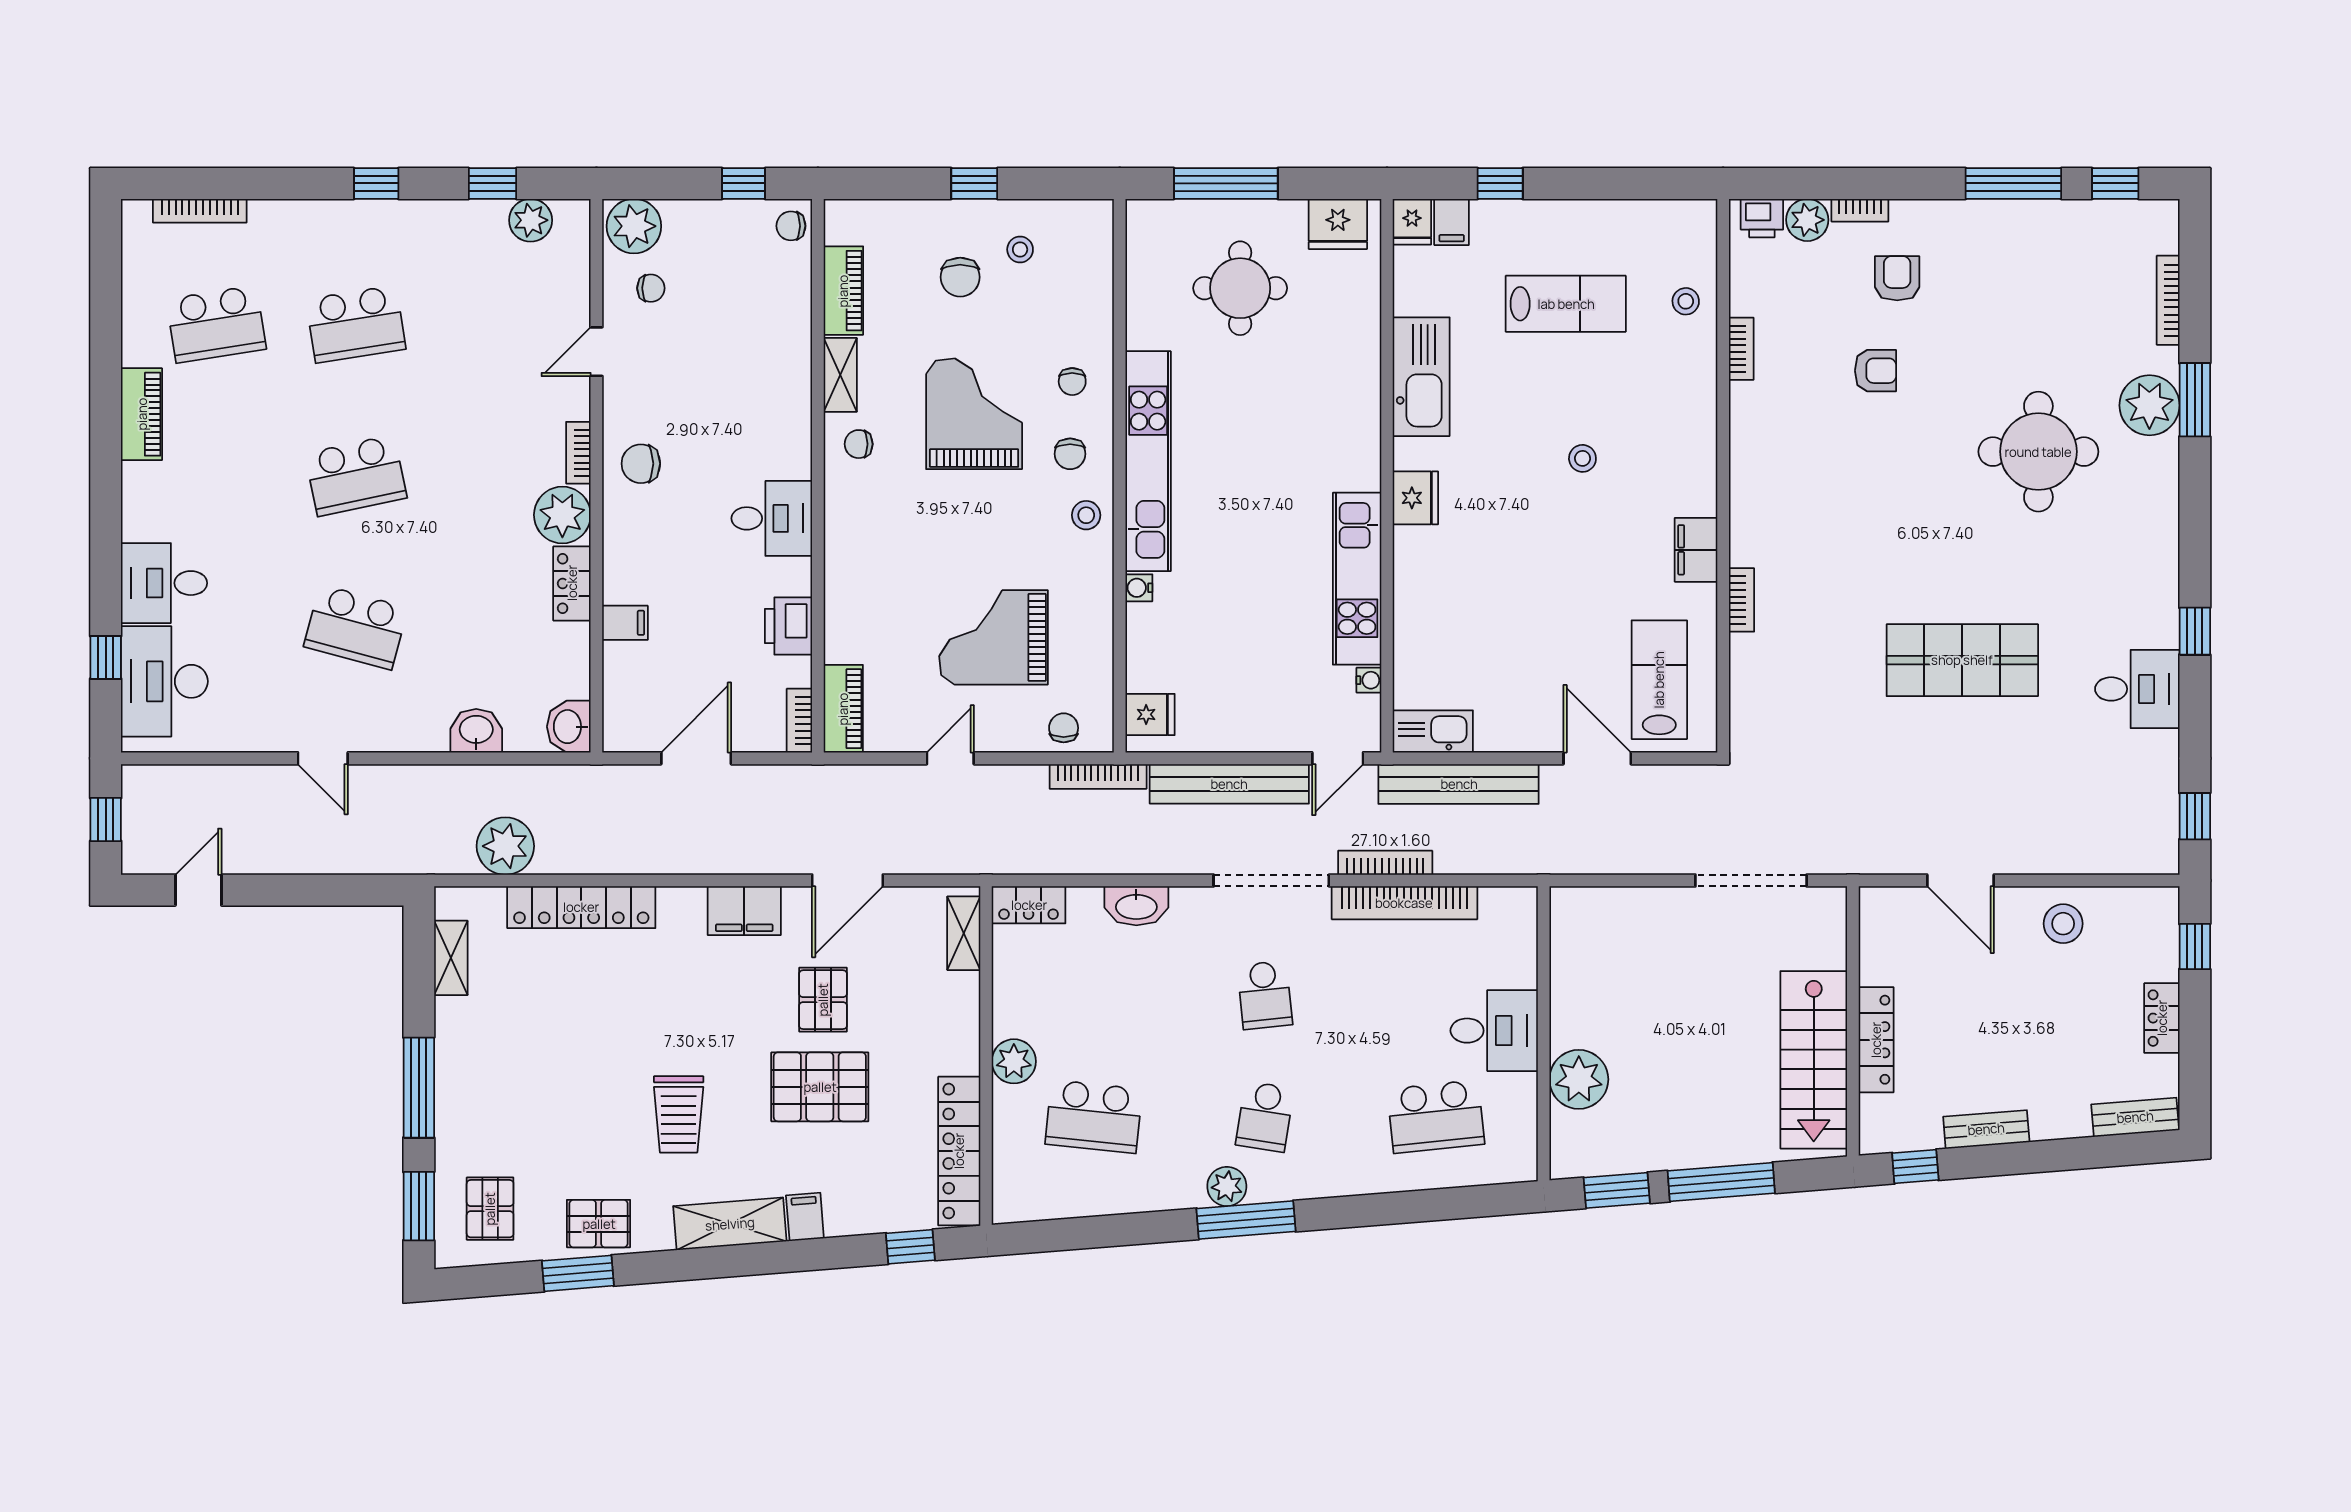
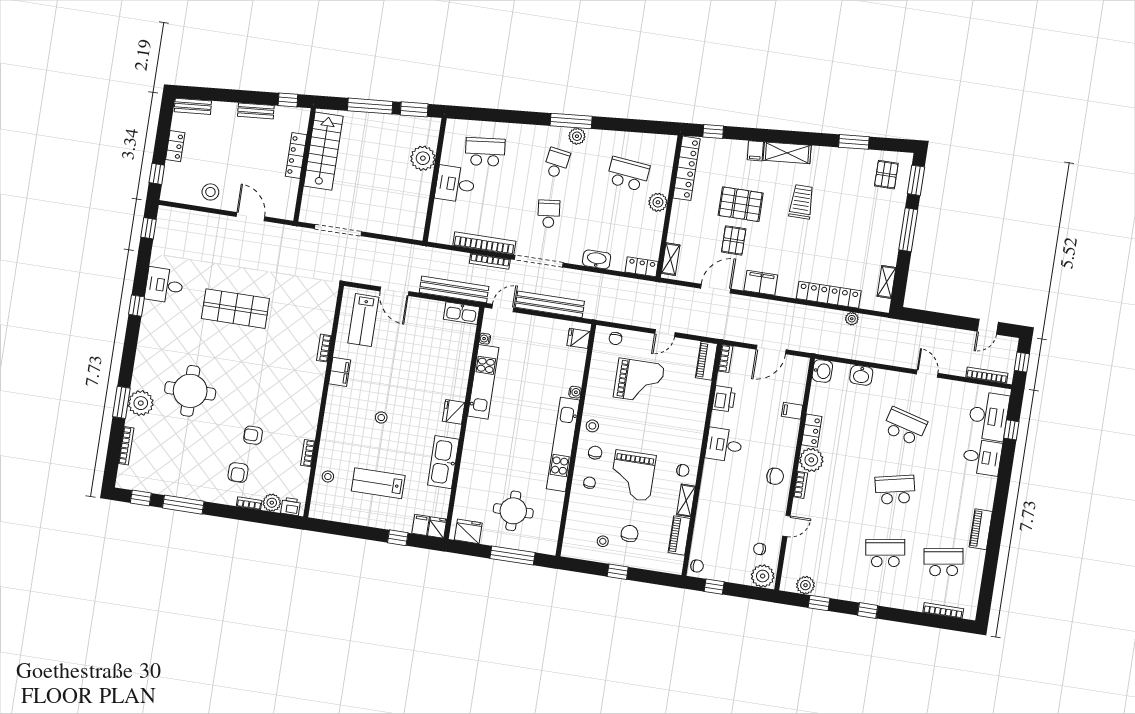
bookcase: (1098, 776) -> (987, 375), moved
plant: (505, 846) -> (852, 319), width x0.53, depth x0.53
pallet: (599, 1224) -> (842, 161), removed

